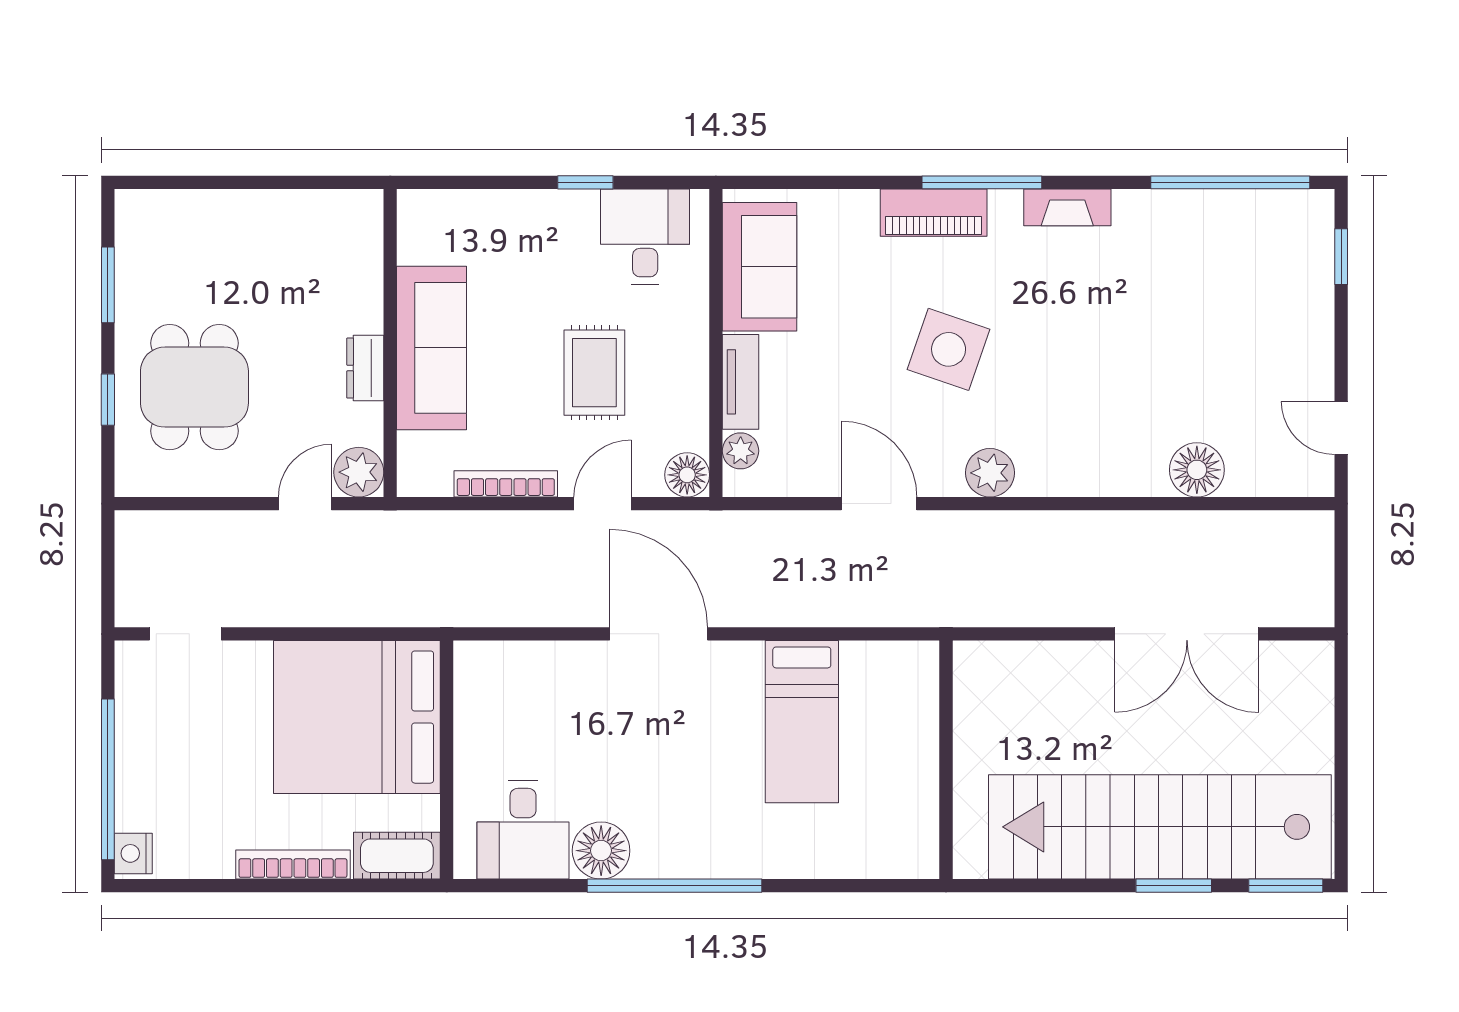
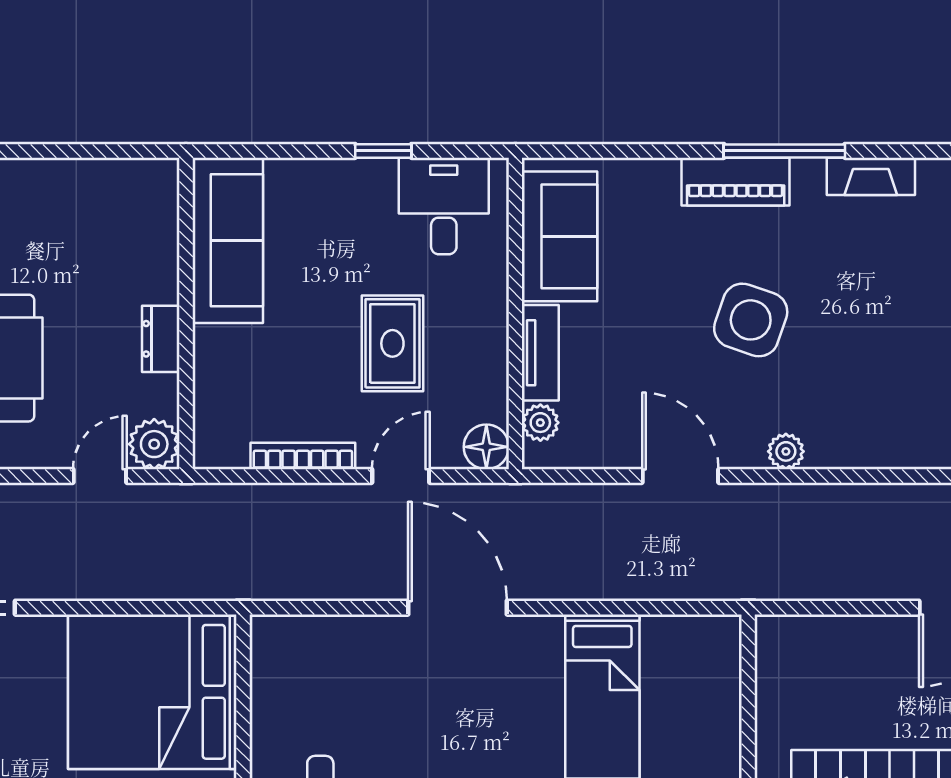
sofa: (431, 348) -> (228, 240), moved
plant: (990, 473) -> (786, 451), width x0.73, depth x0.73

